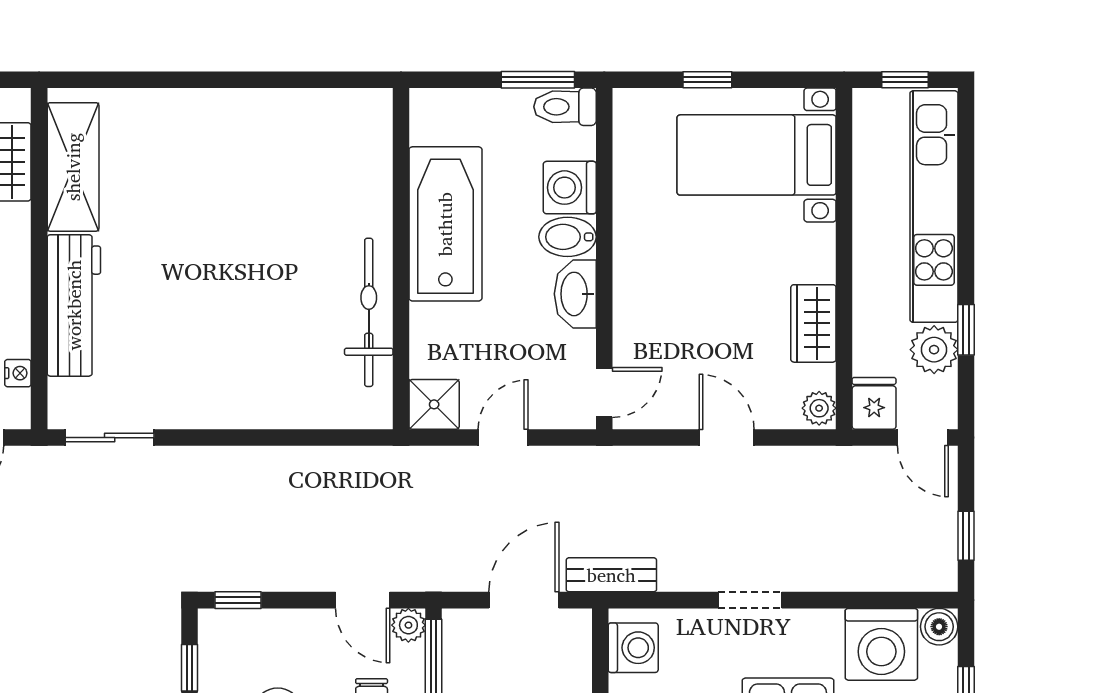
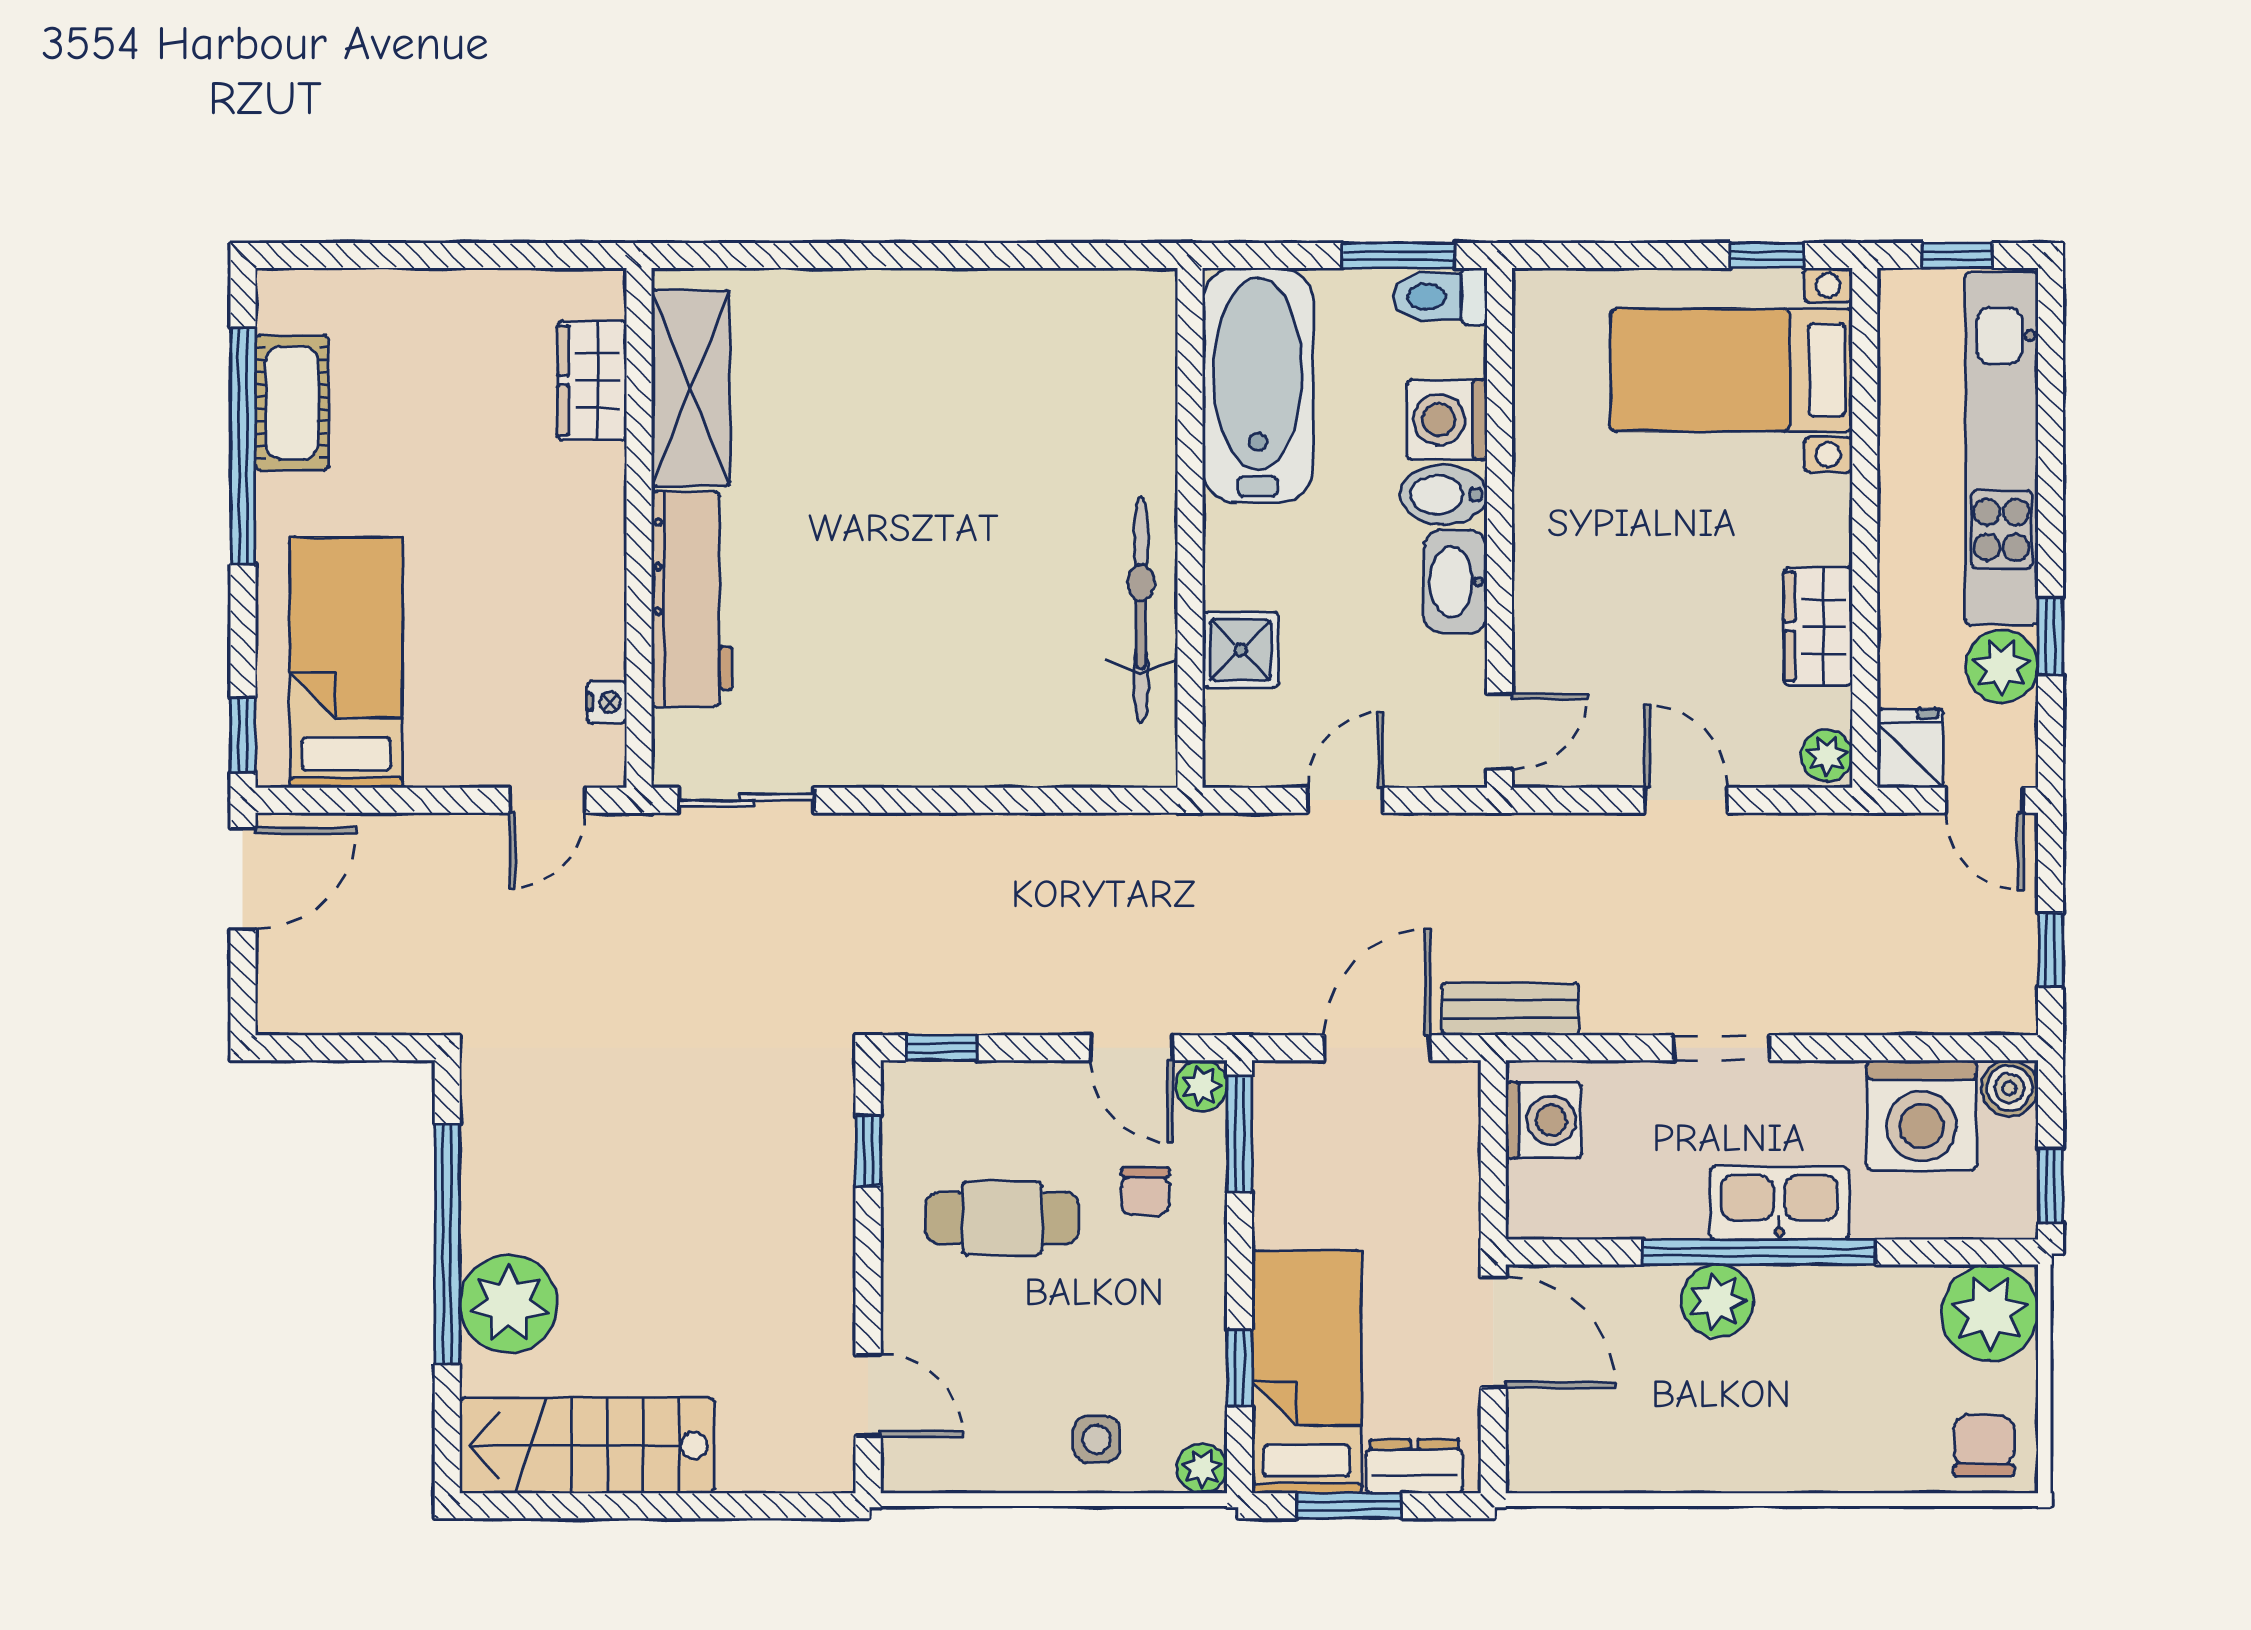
window: (707, 80) -> (1767, 255), moved
bathtub: (445, 224) -> (1258, 385), moved
shower: (434, 404) -> (1240, 650), moved

